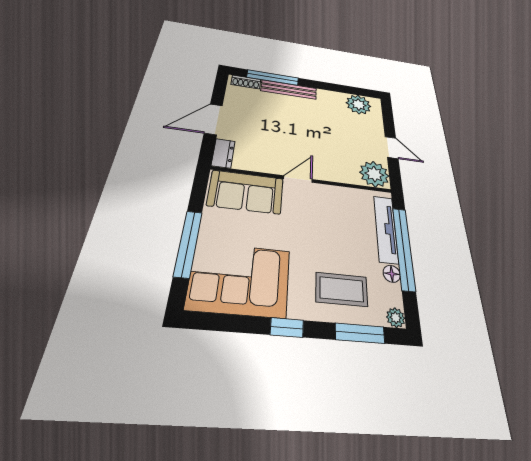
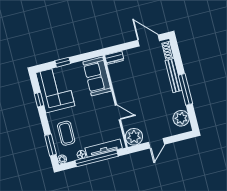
window: (273, 78) -> (185, 89), moved
door: (213, 119) -> (149, 40), moved
door: (298, 179) -> (118, 112), moved
window: (188, 243) -> (63, 62), width x0.46
window: (287, 328) -> (39, 100), moved

